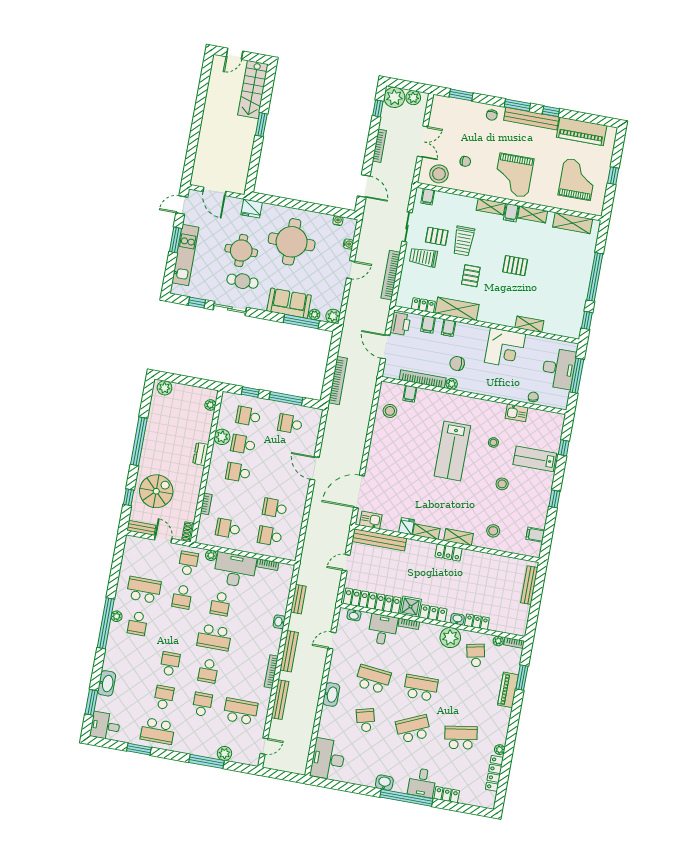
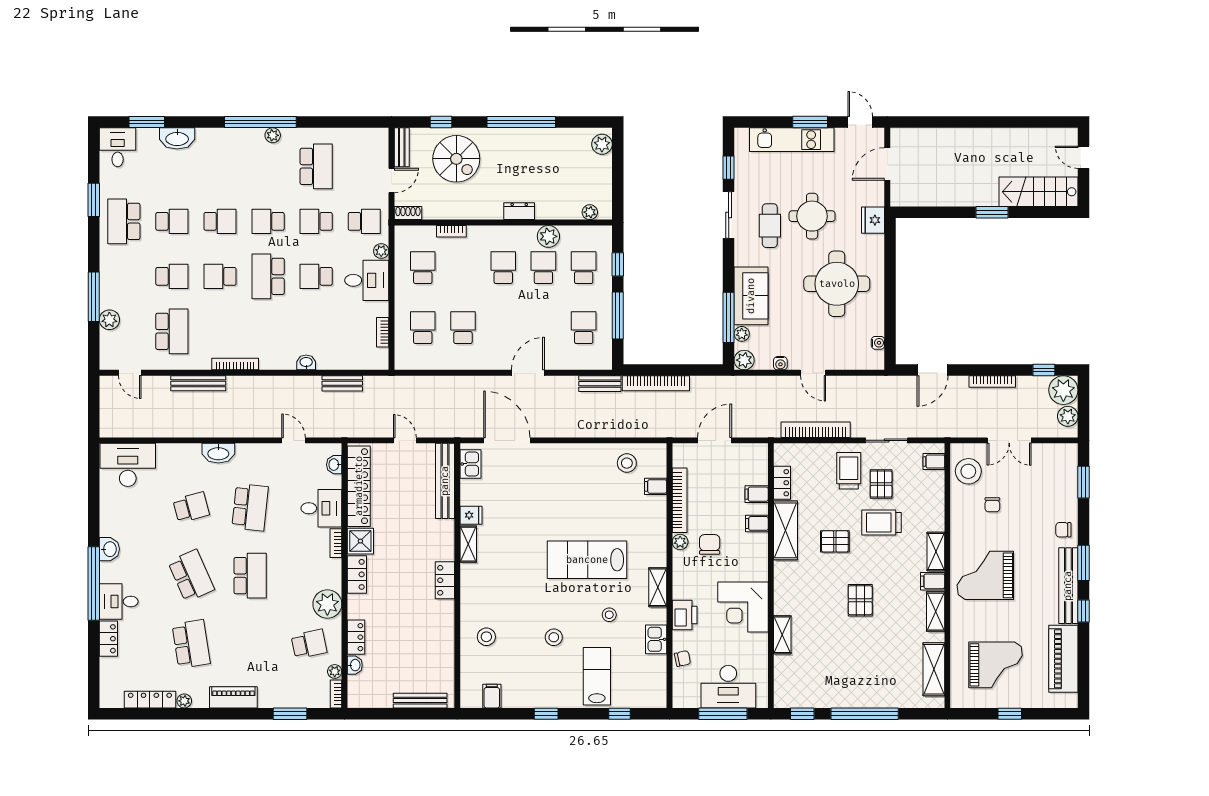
water cooler: (348, 244) -> (780, 363), moved
printer: (400, 324) -> (685, 615), moved, turned -90
shelving: (458, 537) -> (658, 587), moved
desk: (235, 570) -> (367, 280), width x0.73
washbasin: (457, 619) -> (355, 665), moved
school desk: (138, 623) -> (268, 221), moved
bench: (289, 651) -> (600, 384), moved, width x0.73
piano: (508, 690) -> (233, 697), moved

